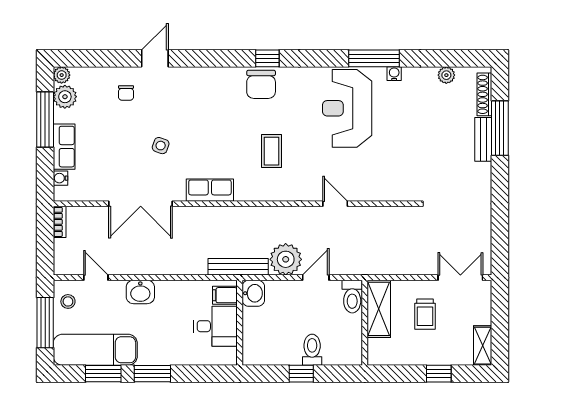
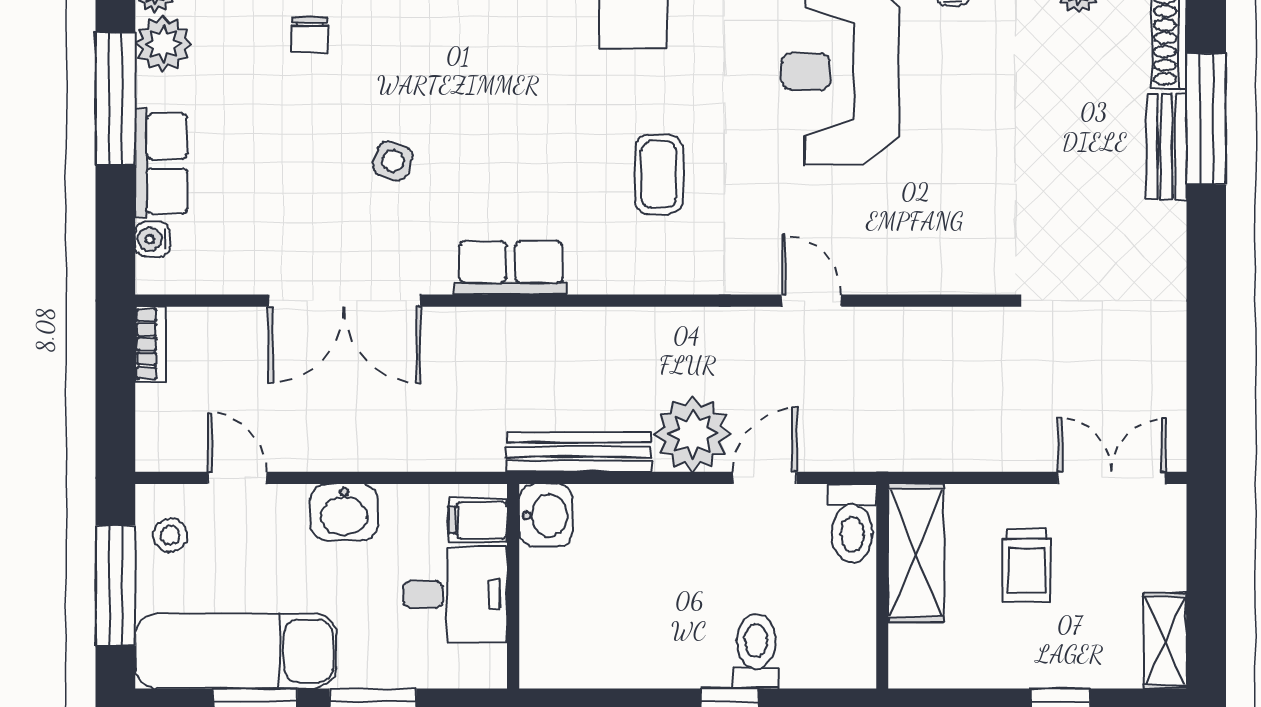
washbasin: (253, 293) -> (546, 515), moved
filing cabinet: (225, 295) -> (478, 520), moved
wall: (240, 323) -> (513, 586), moved
desk: (215, 326) -> (455, 594), moved

